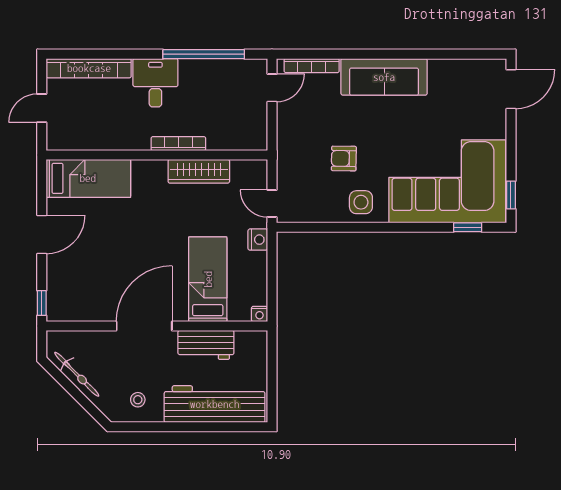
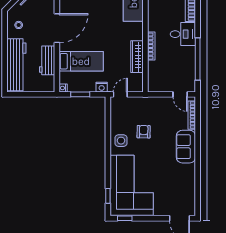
sofa: (384, 77) -> (186, 147), width x0.73
window: (272, 281) -> (80, 94), added
door: (144, 326) -> (57, 28), hinge flipped

